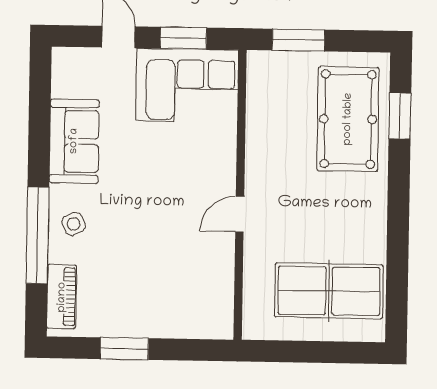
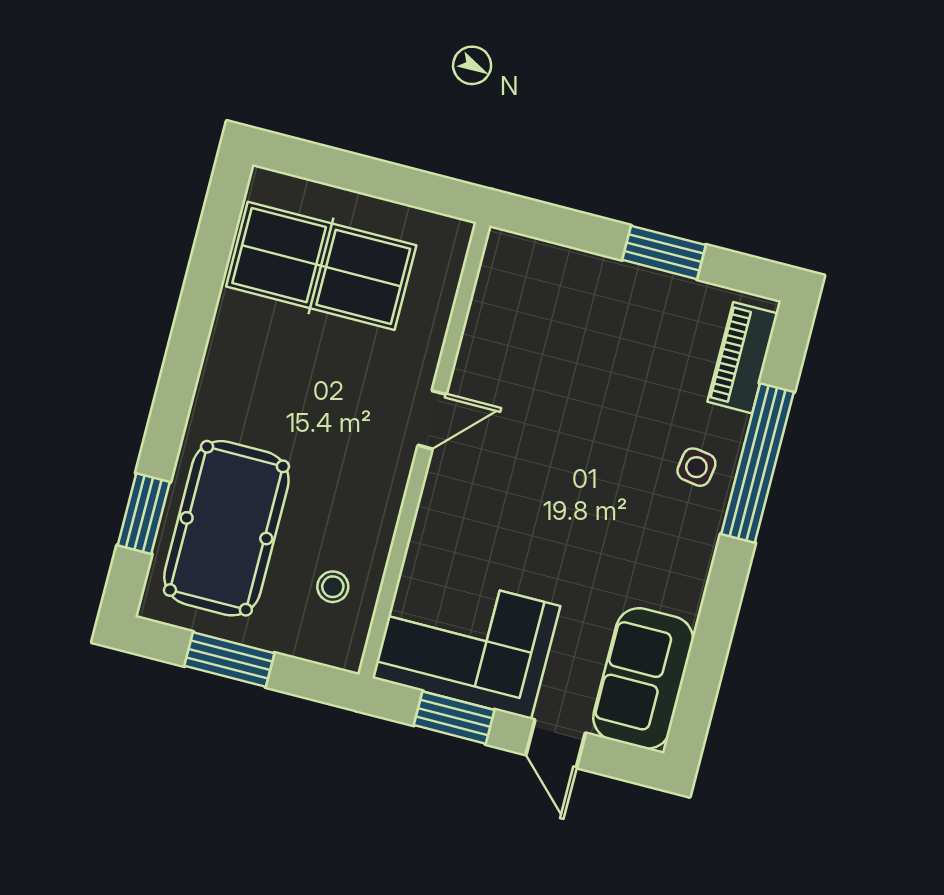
window: (298, 40) -> (229, 659), moved
stool: (275, 99) -> (333, 587), added
sofa: (74, 141) -> (643, 678), moved
side table: (74, 224) -> (696, 467), turned 33

